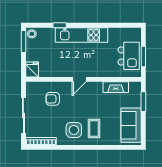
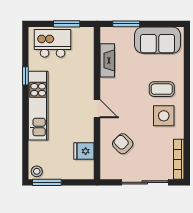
window: (60, 25) -> (25, 76), moved
kitchen island: (129, 56) -> (53, 43), moved
fridge: (32, 70) -> (84, 151), moved
armchair: (53, 99) -> (123, 144), turned 135

